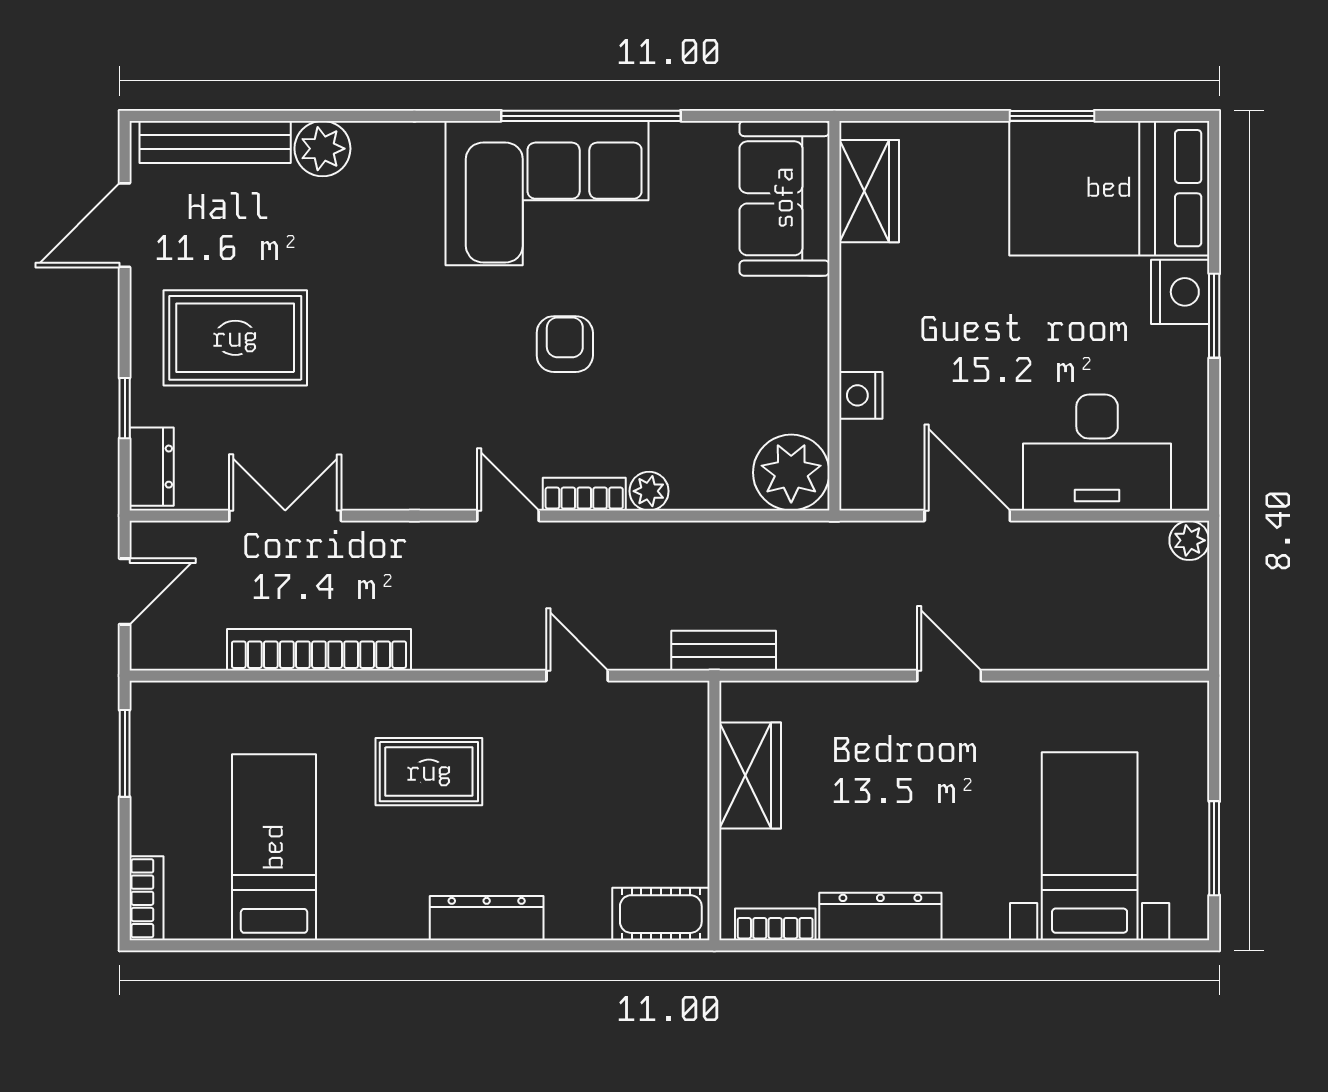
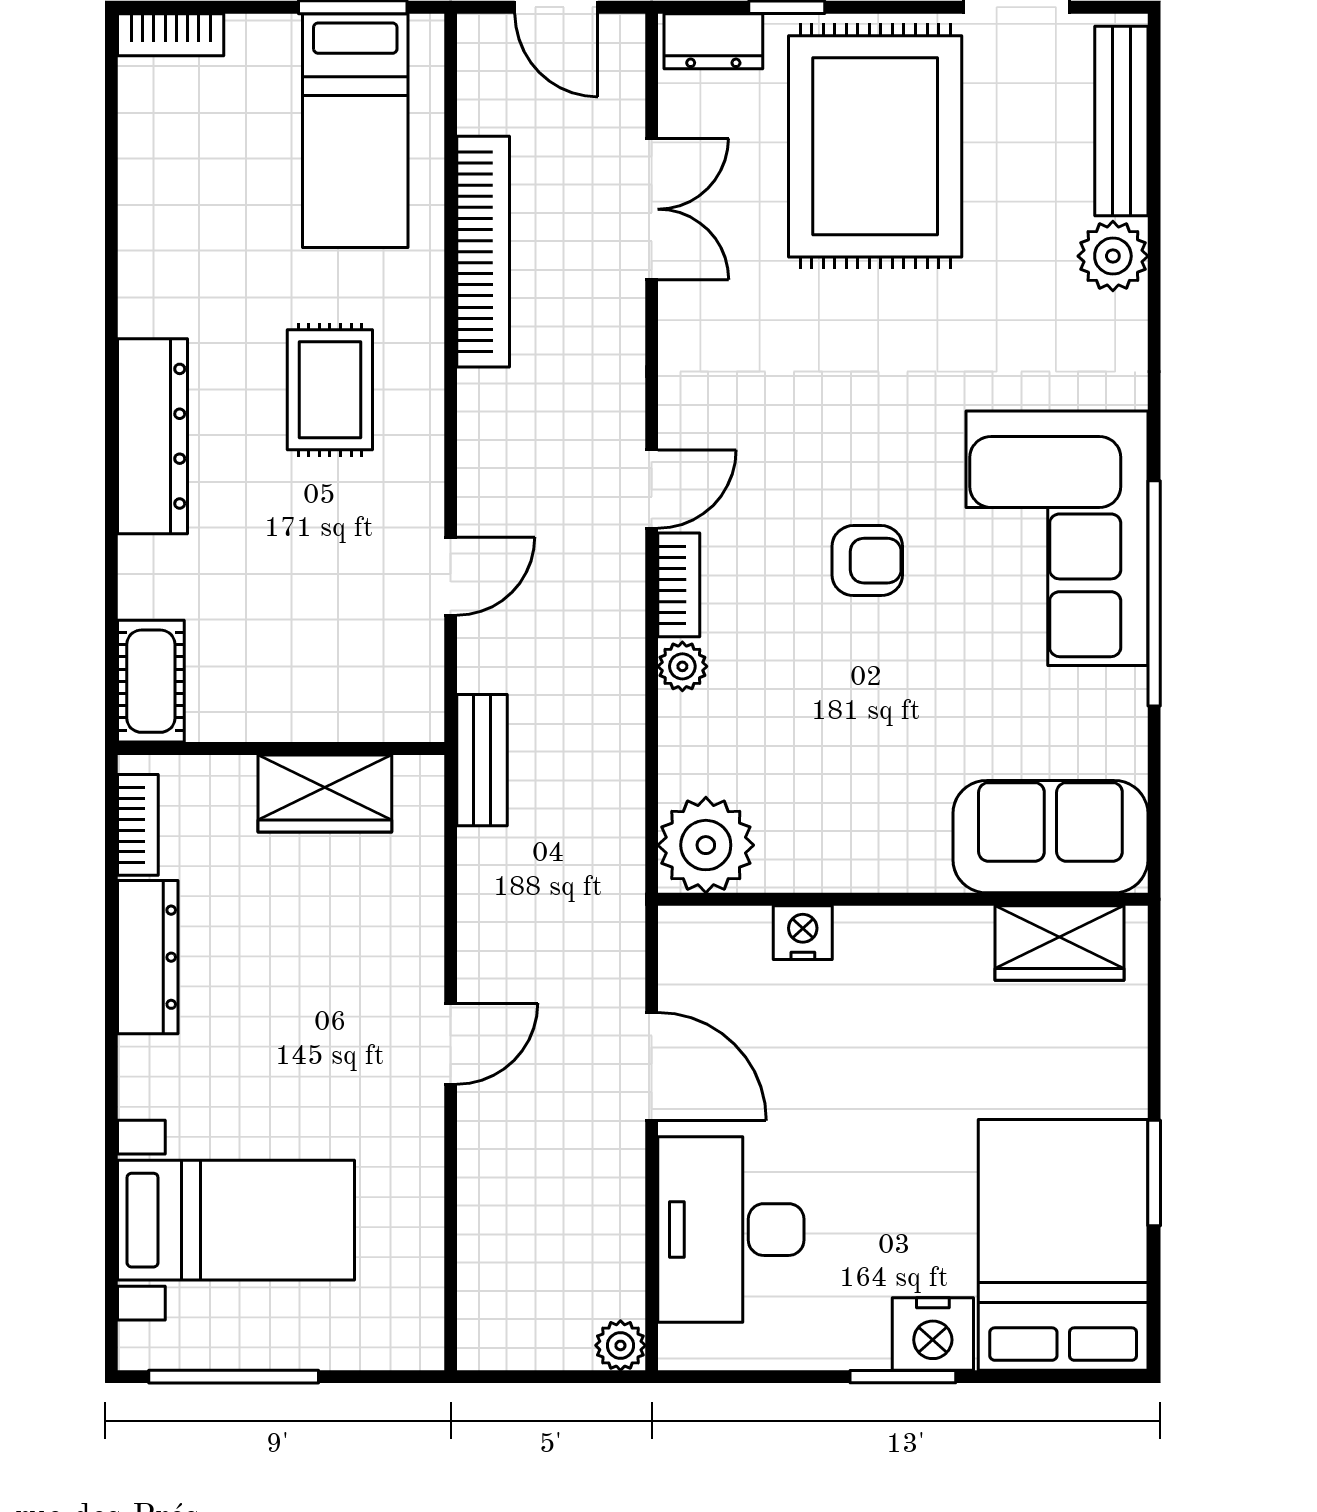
rug: (235, 338) -> (875, 146), width x1.37, depth x1.44
door: (967, 516) -> (652, 1066), hinge flipped
bed: (274, 847) -> (355, 131), moved, turned 90
window: (1214, 848) -> (234, 1377), width x1.44
dresser: (487, 918) -> (153, 436), width x1.37, depth x1.24

